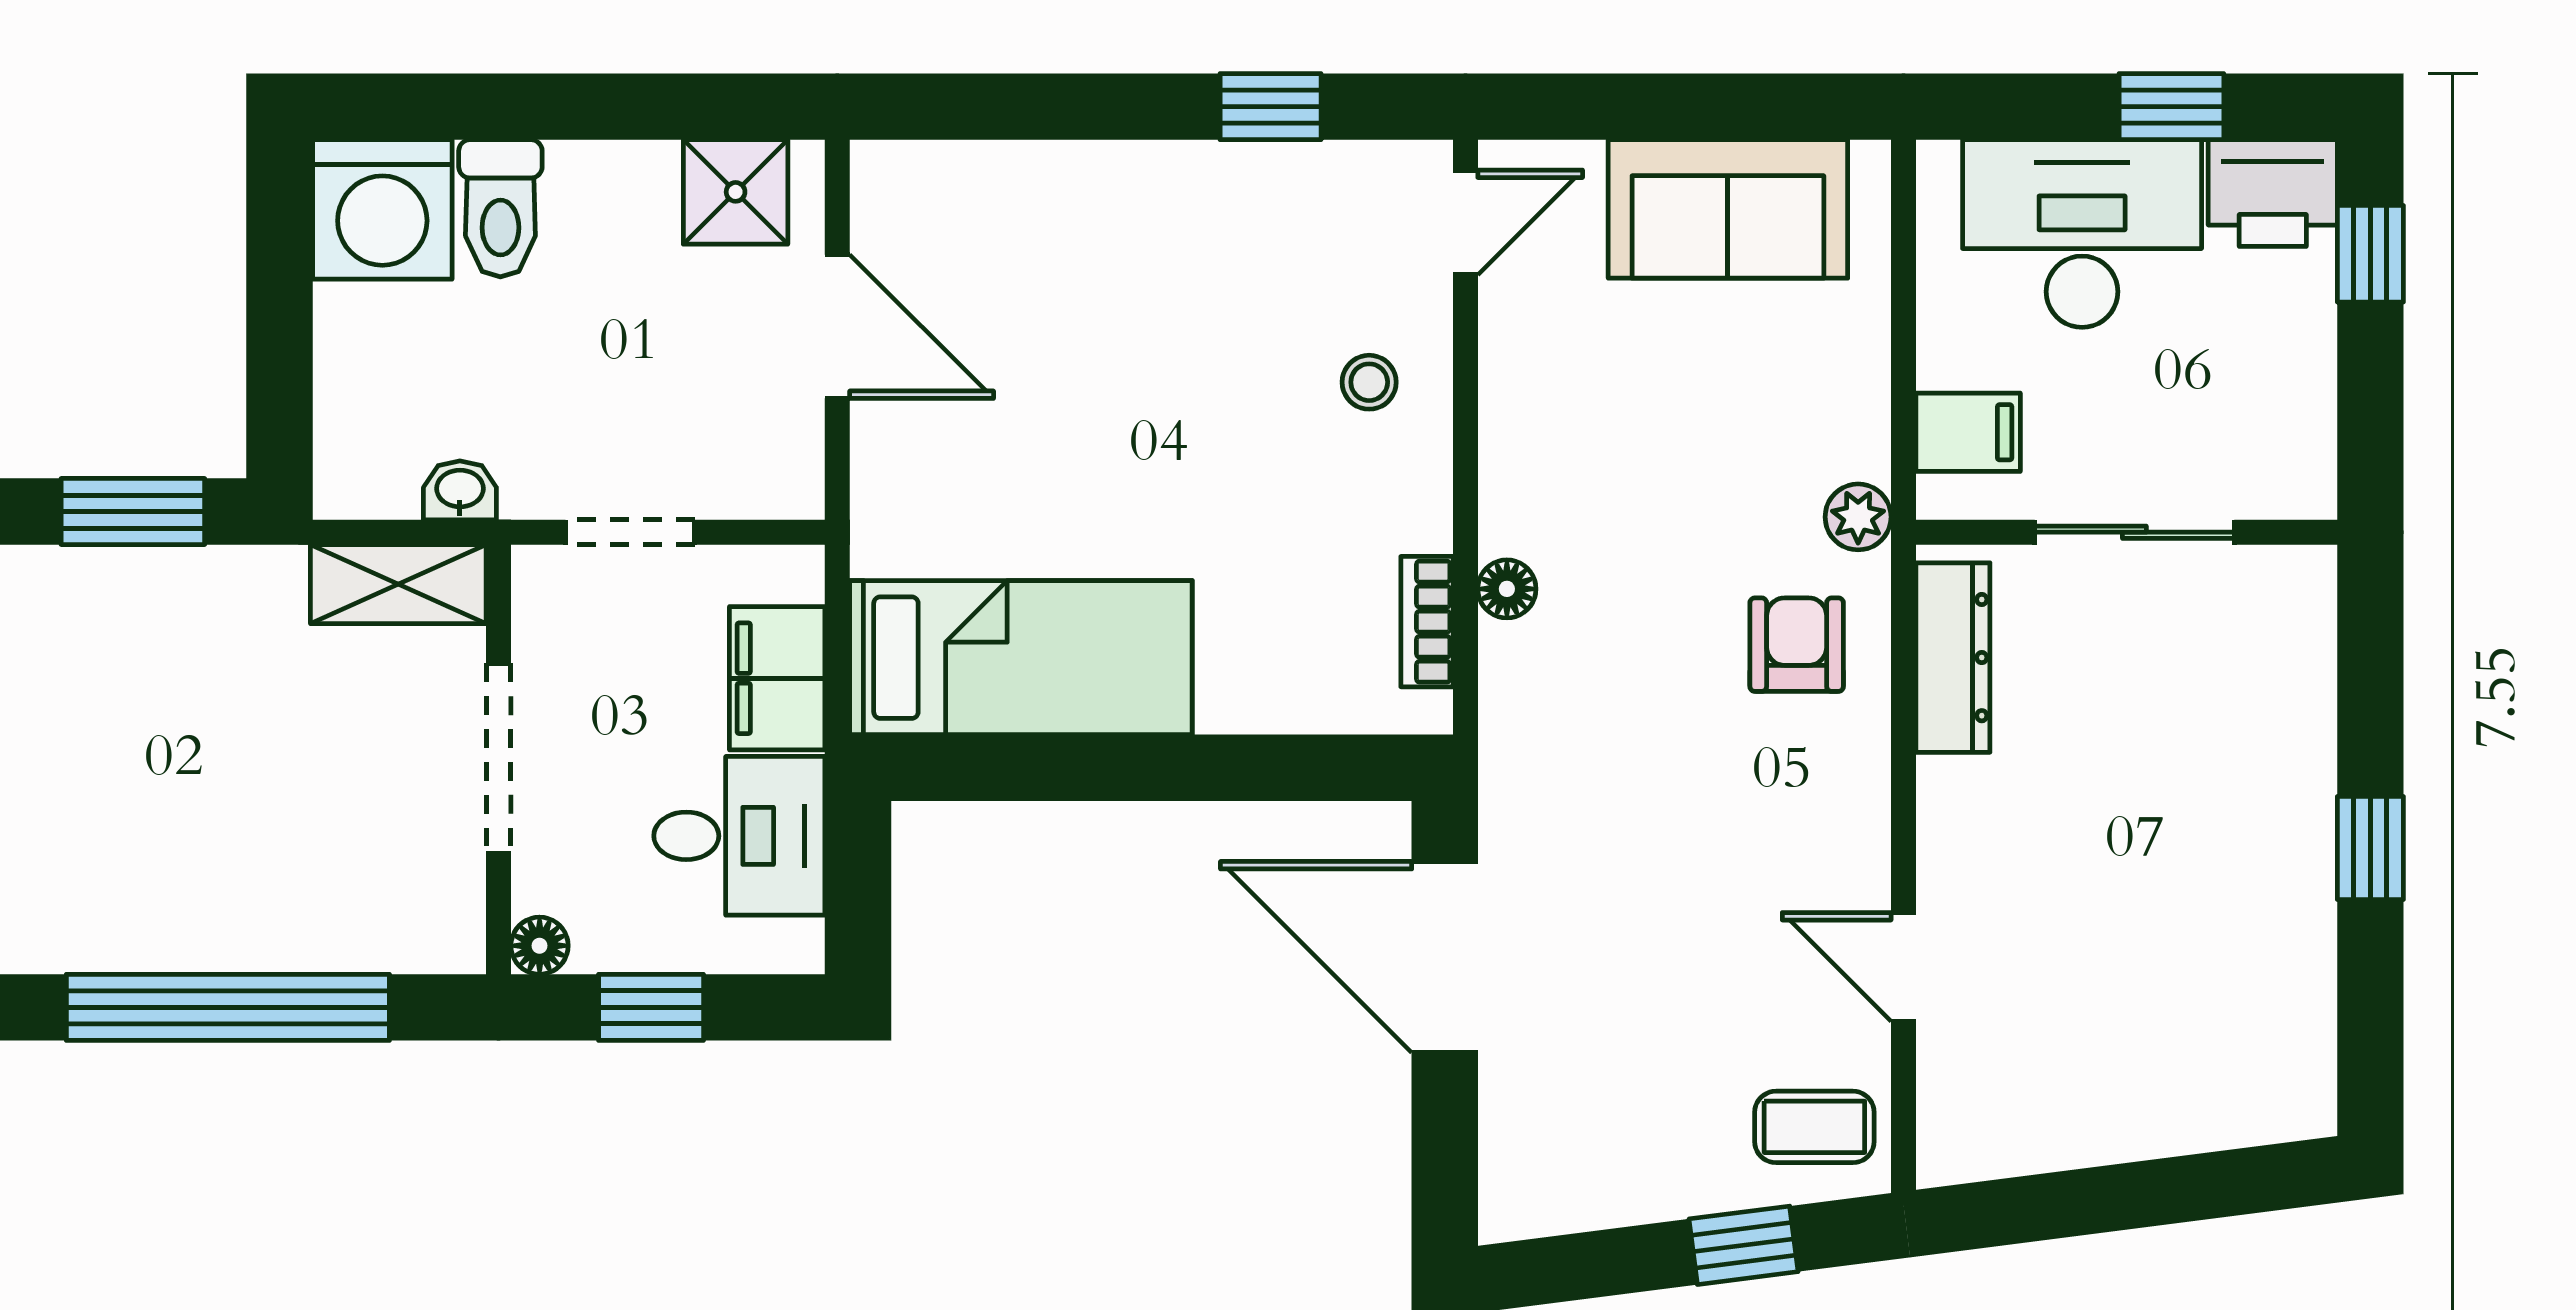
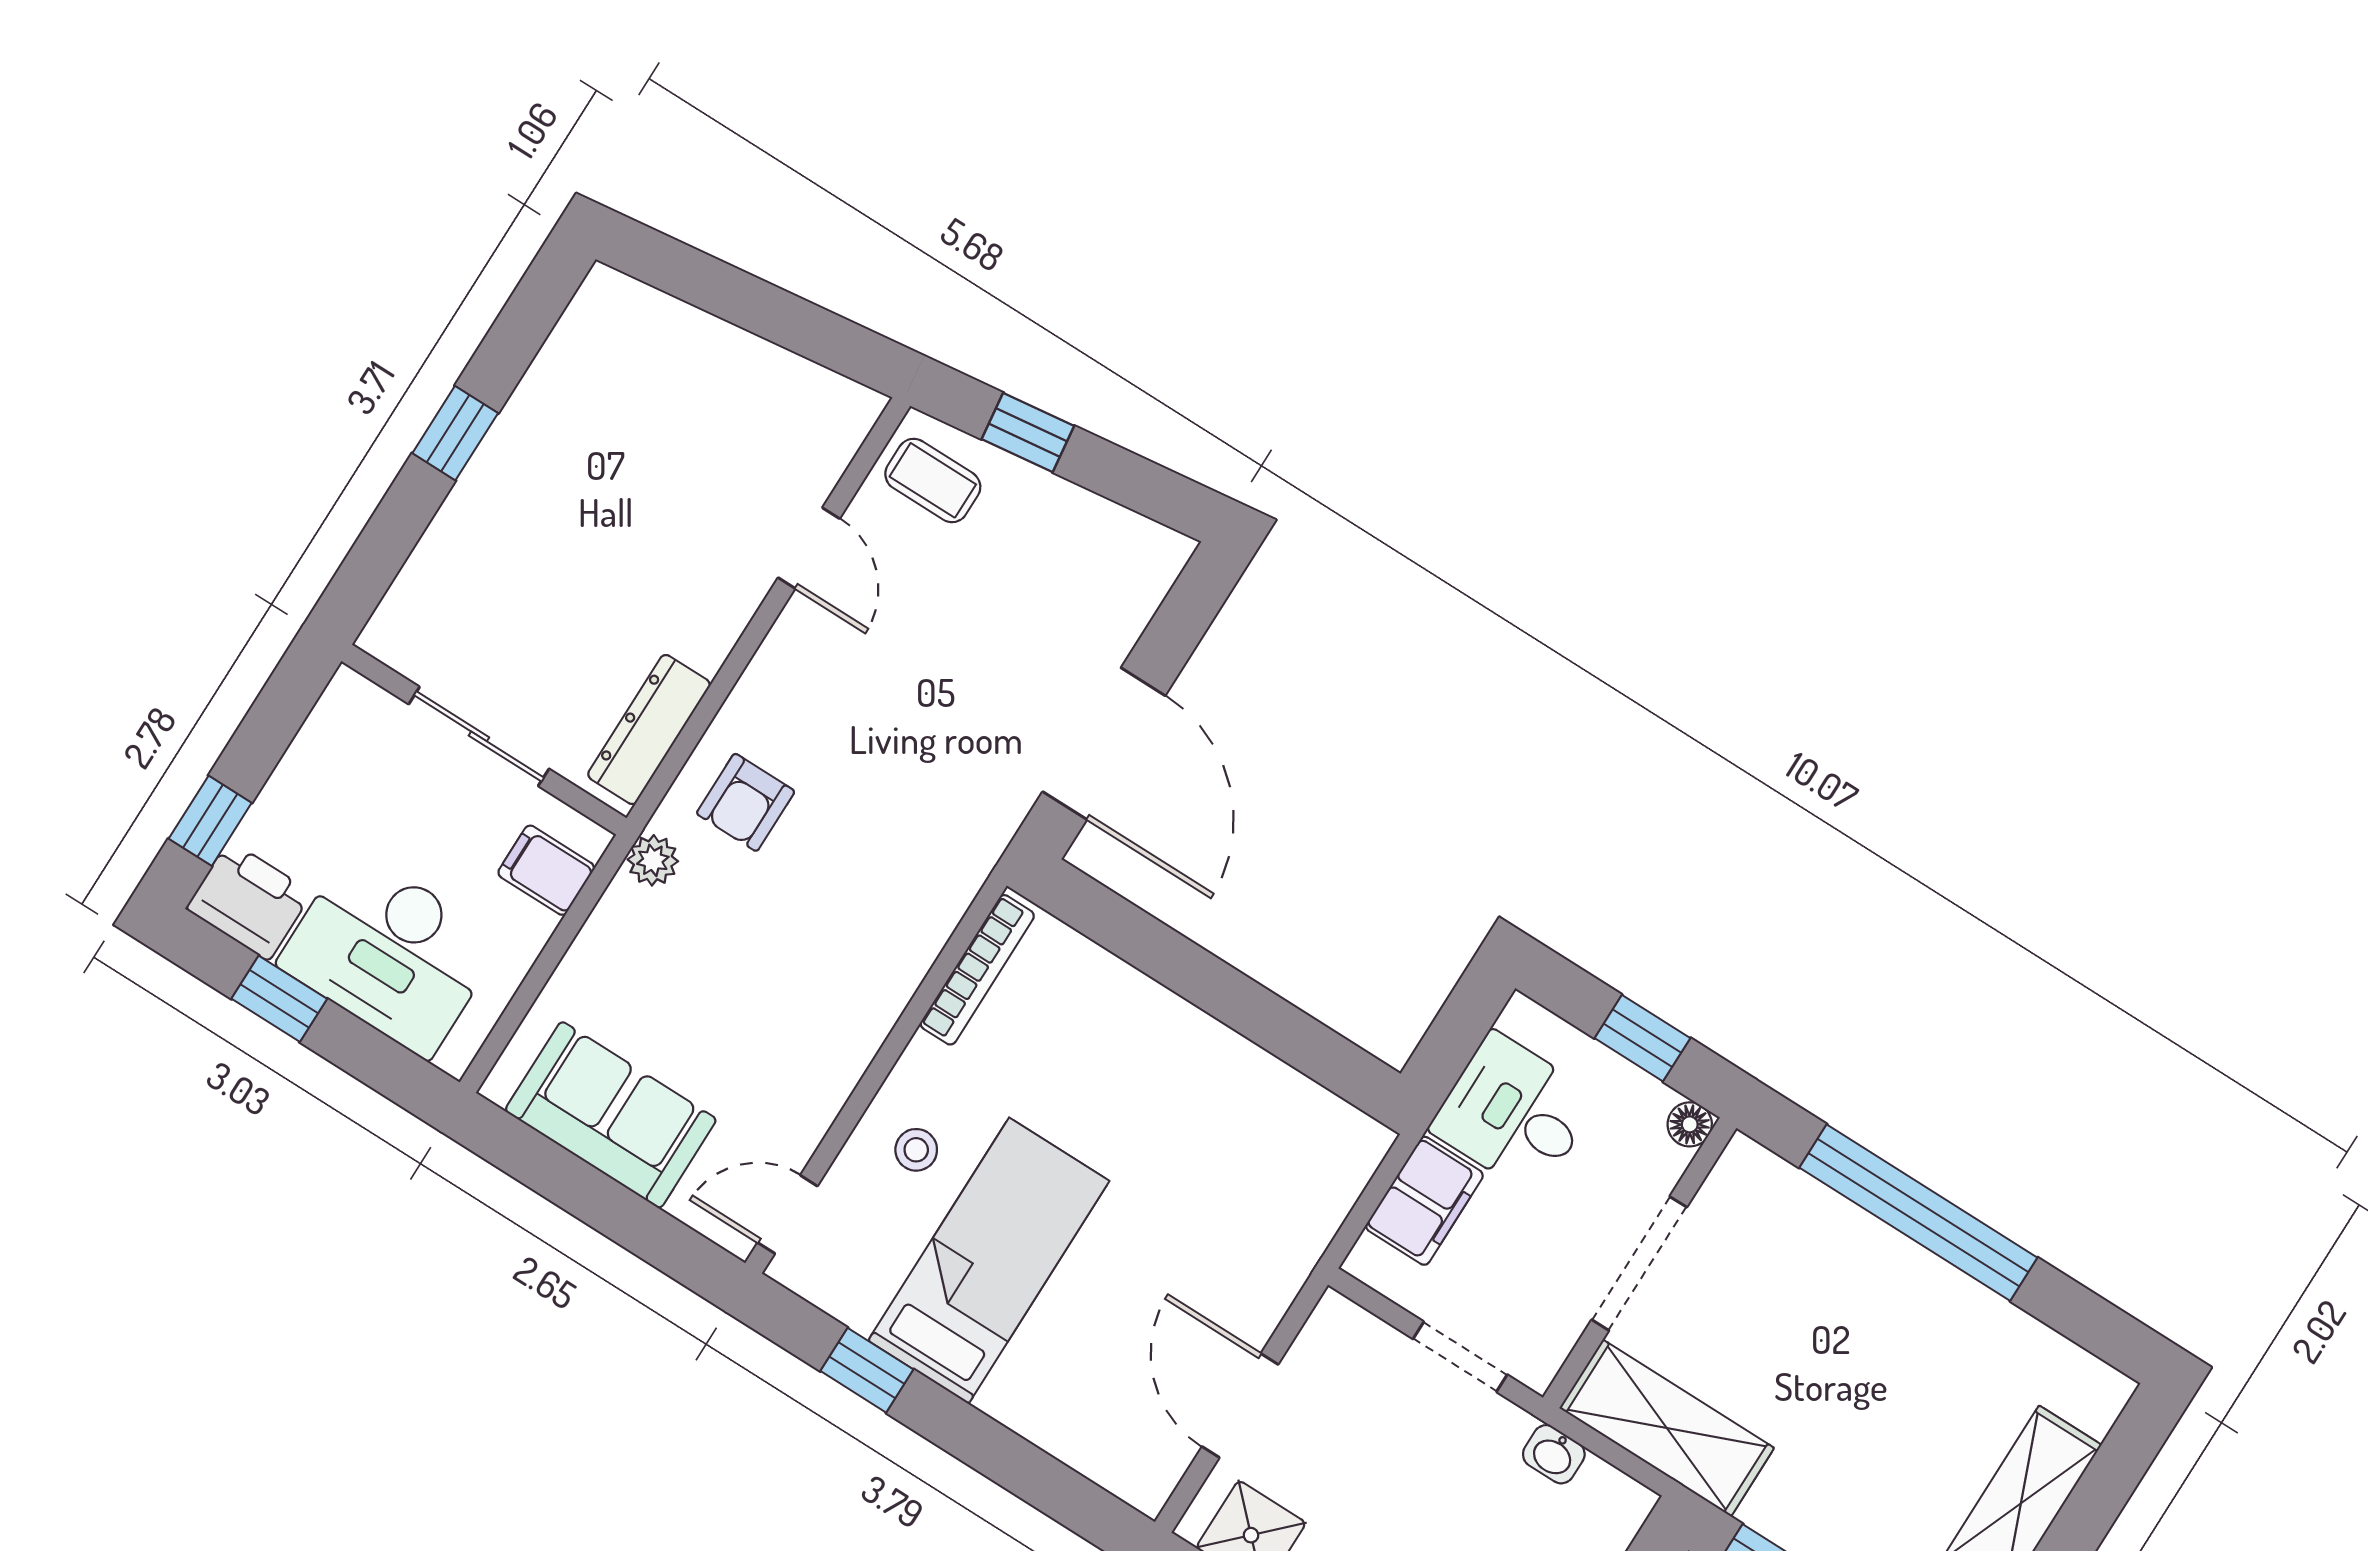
shelving: (398, 584) -> (1667, 1428), width x1.50, depth x1.33
floor lamp: (1507, 589) -> (912, 958), removed
bookcase: (1427, 622) -> (977, 970), width x1.56
bed: (1021, 658) -> (989, 1261), moved, turned 90

